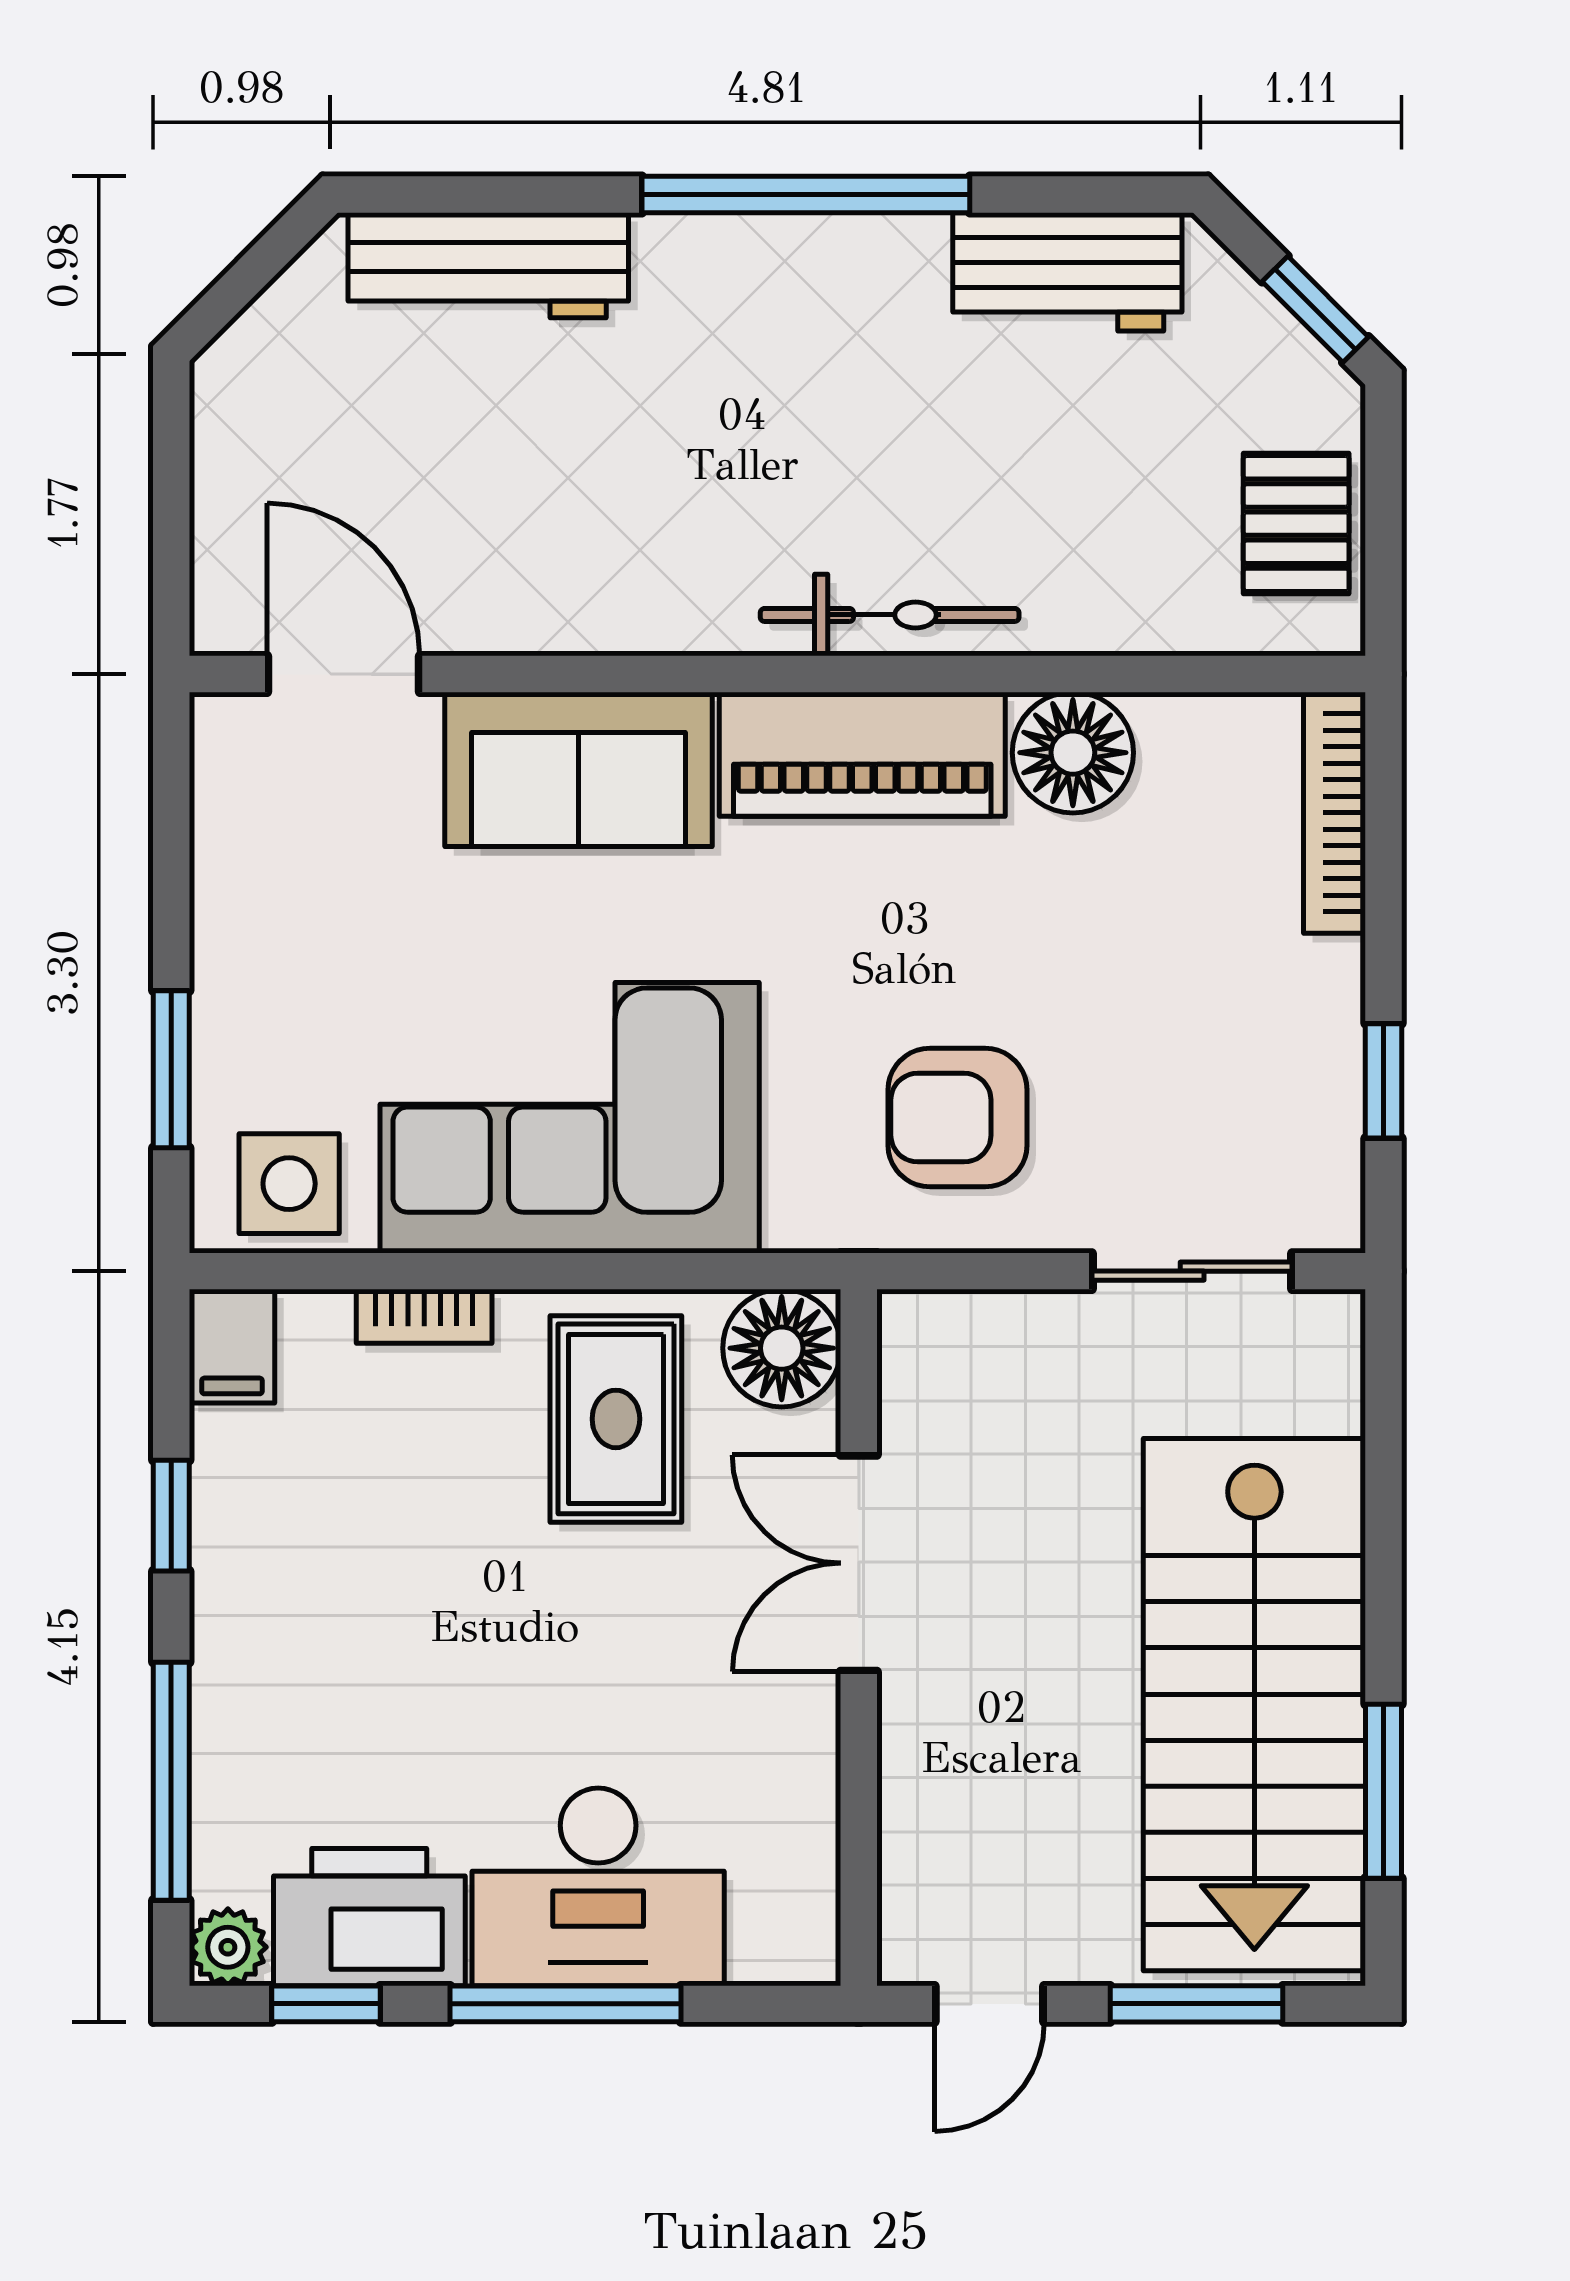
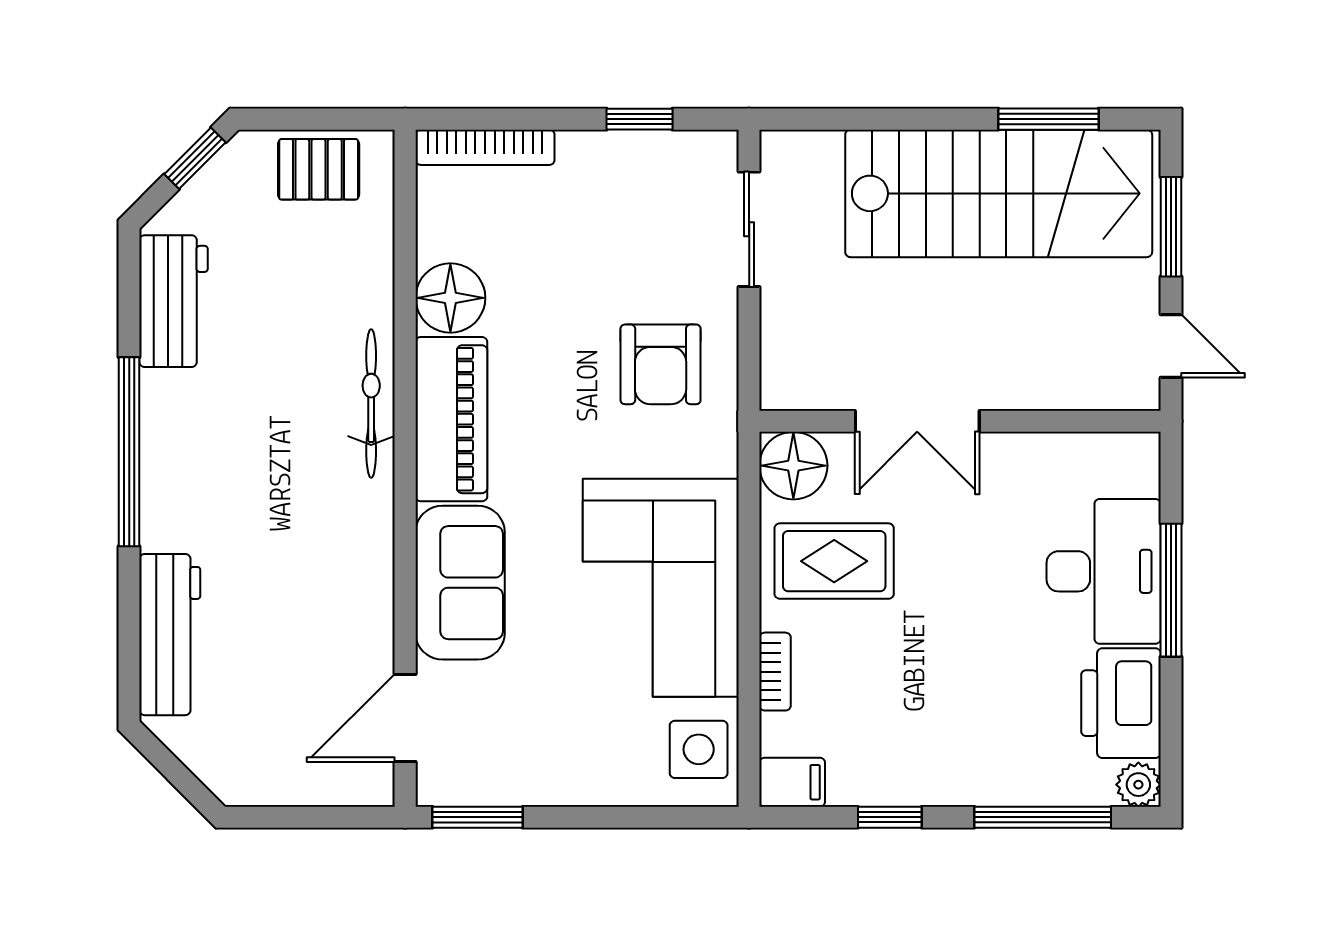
window: (171, 1069) -> (478, 817), moved
window: (326, 2004) -> (1171, 728), removed

